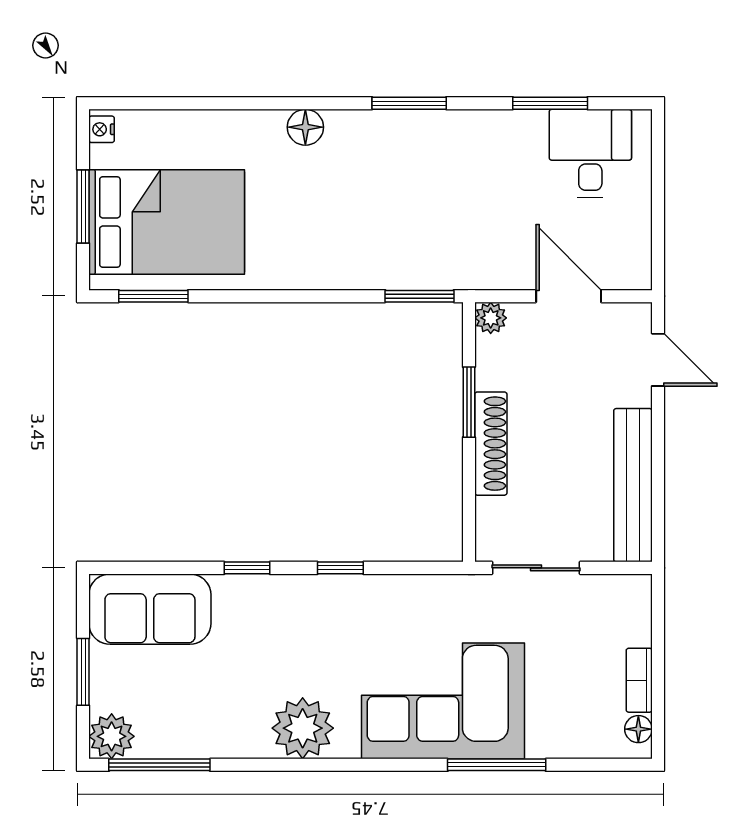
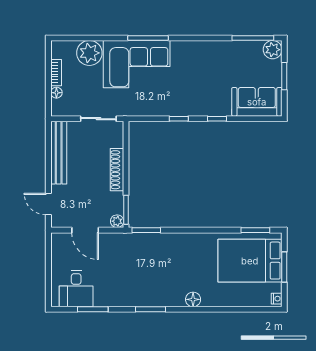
window: (469, 402) -> (126, 210), moved
plant: (303, 728) -> (89, 53), moved
floor lamp: (638, 729) -> (56, 93), moved
window: (497, 765) -> (148, 38), moved

